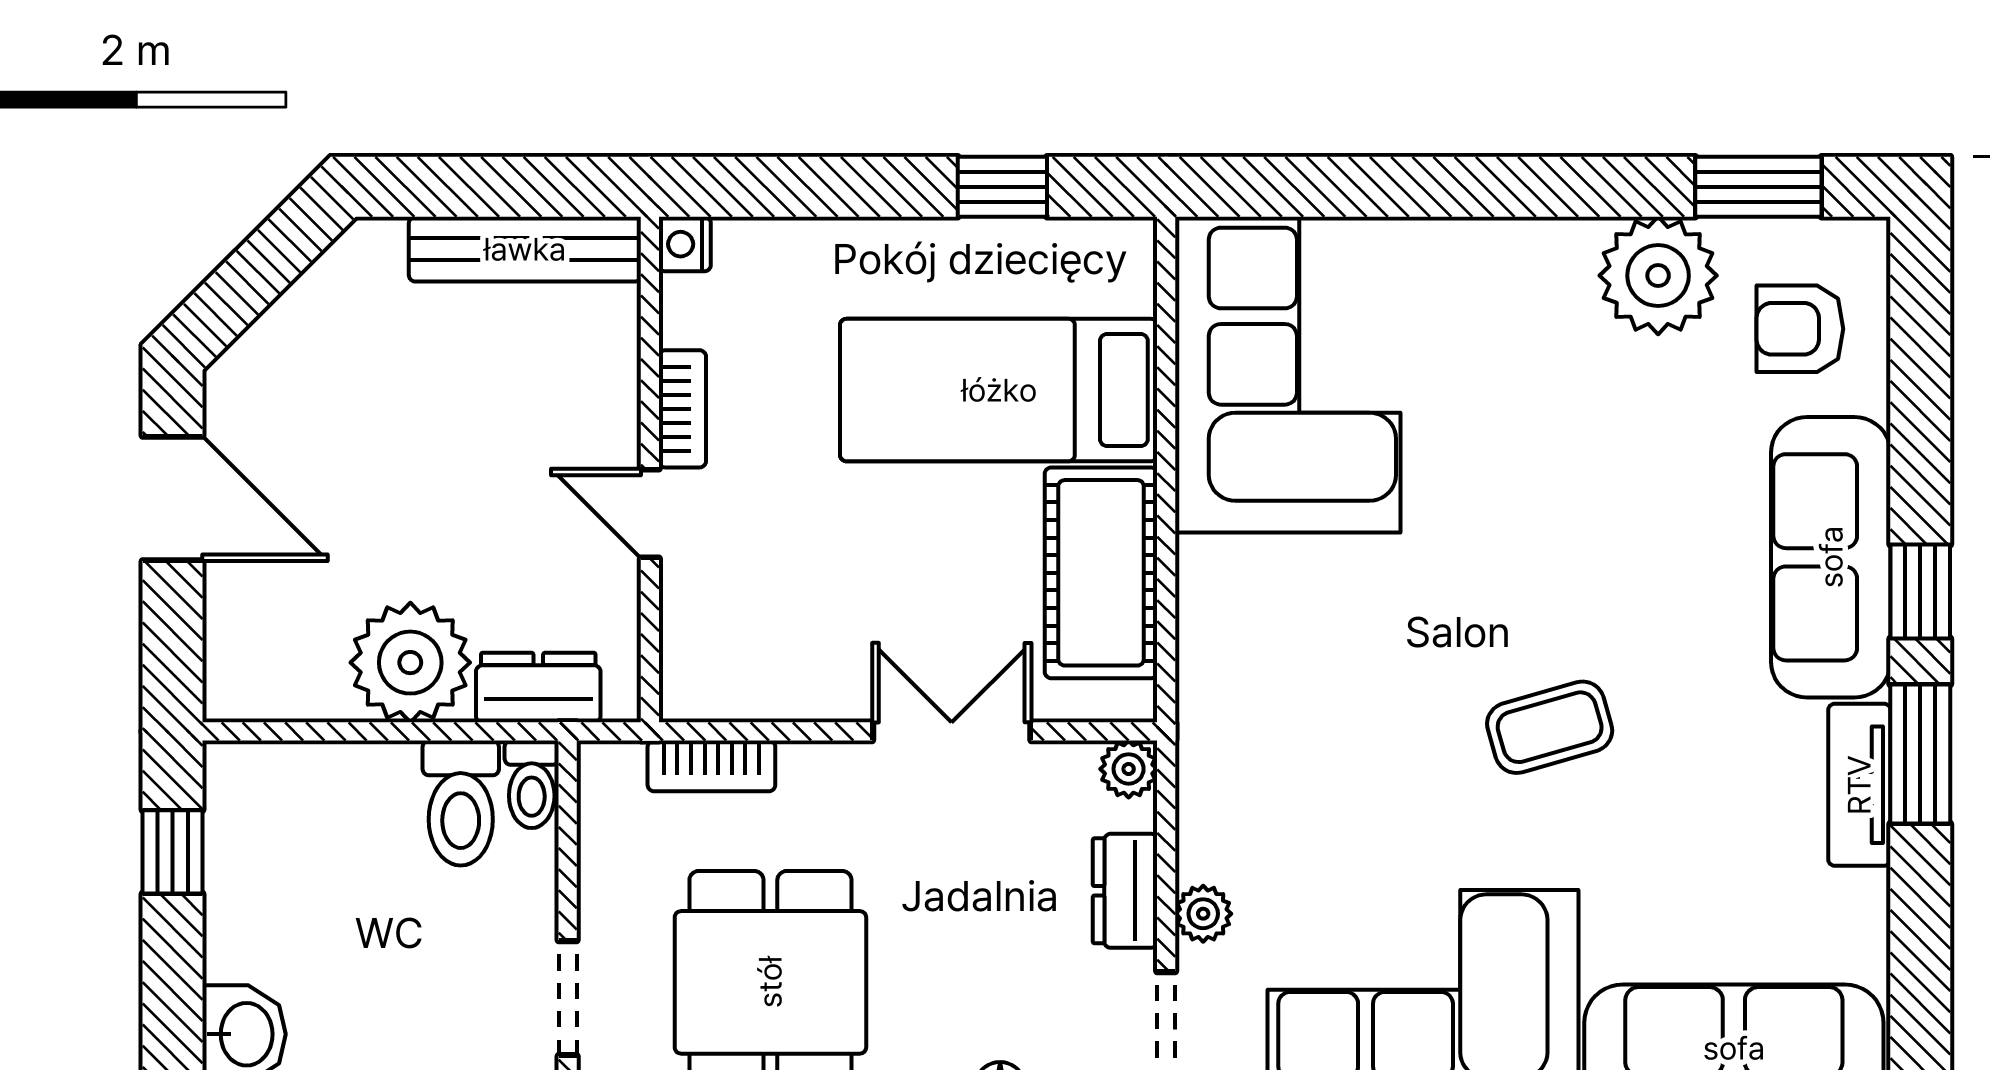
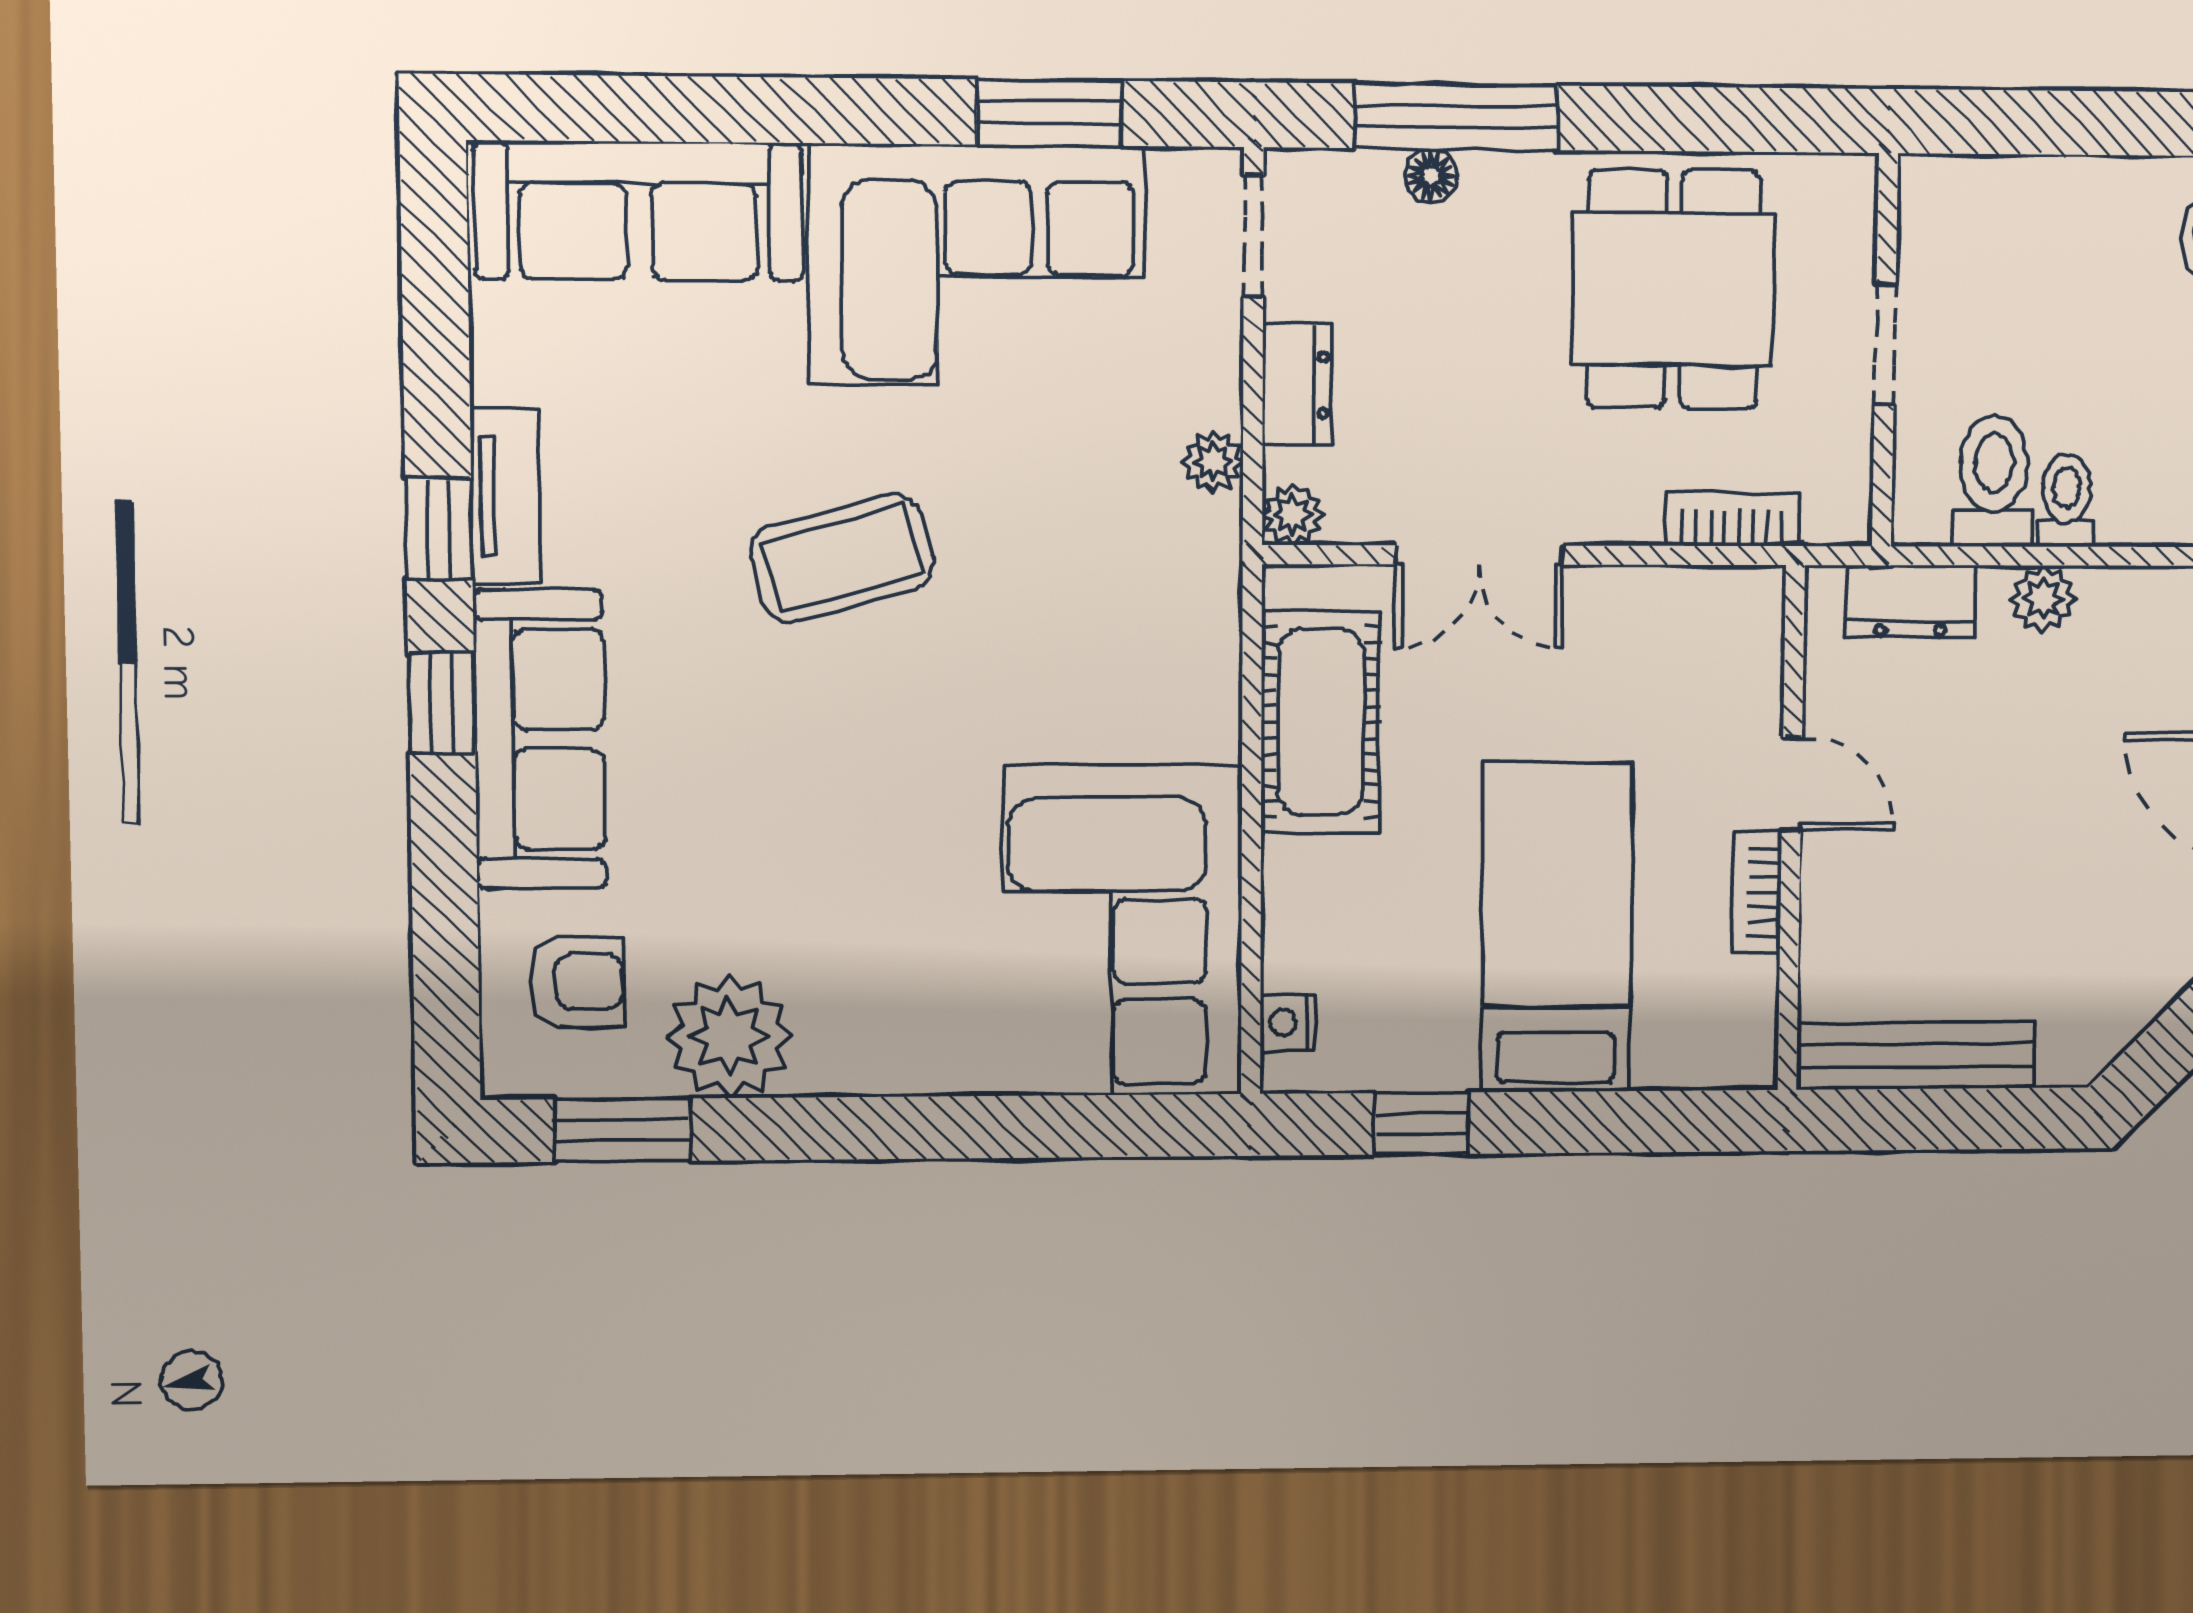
nightstand: (685, 244) -> (1287, 1023), moved, turned 180
bed: (999, 390) -> (1557, 928), moved, turned -90
plant: (410, 663) -> (2043, 599), width x0.53, depth x0.53
coffee table: (1550, 727) -> (842, 558), width x1.36, depth x1.30
window: (1920, 754) -> (439, 529), width x0.67
toilet: (532, 784) -> (2067, 501), moved
plant: (1203, 914) -> (1213, 461), moved
doorway: (568, 998) -> (1885, 345), moved

